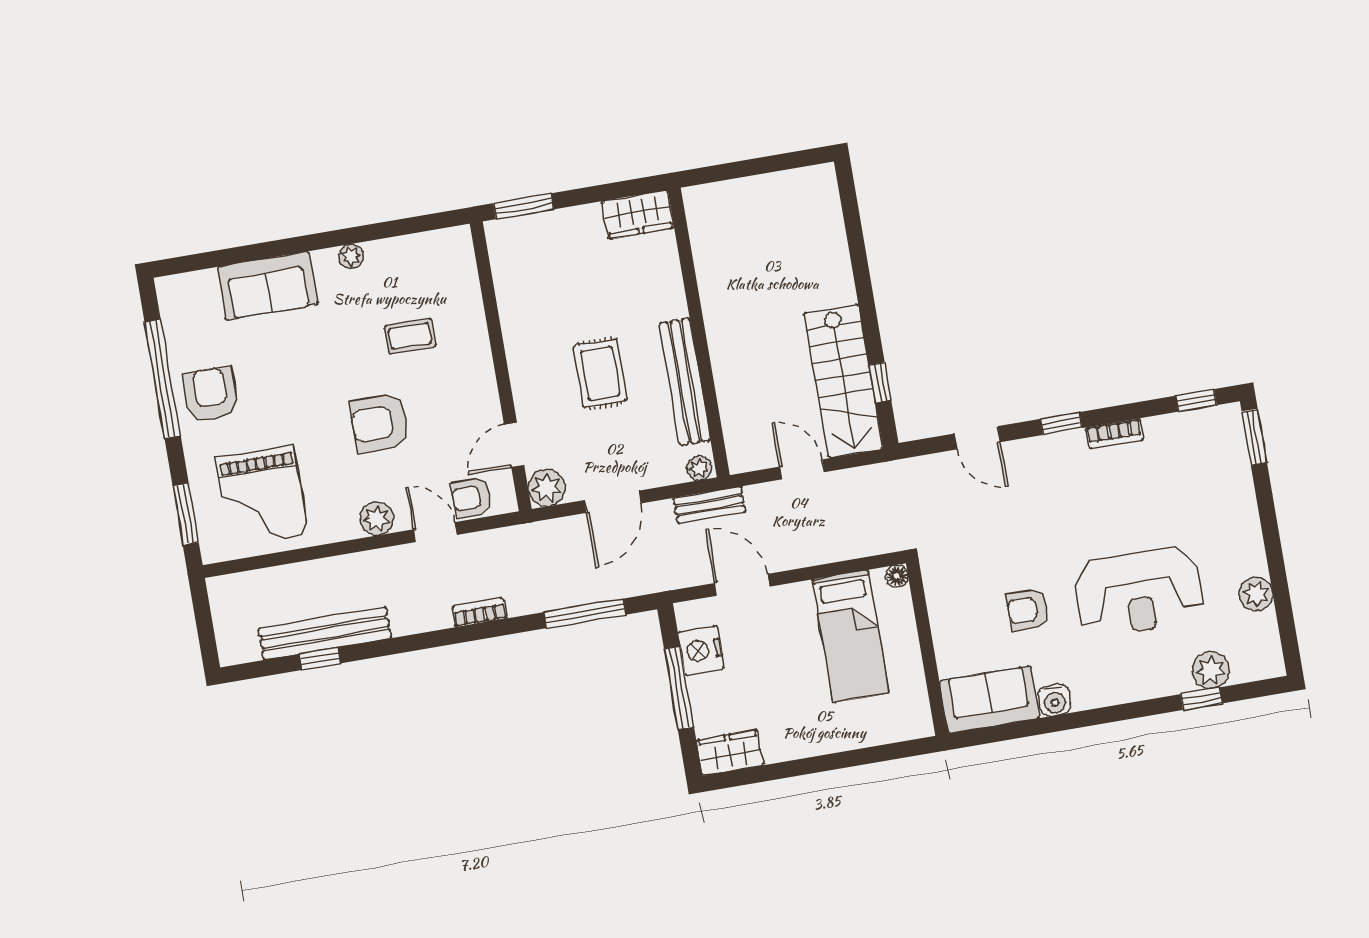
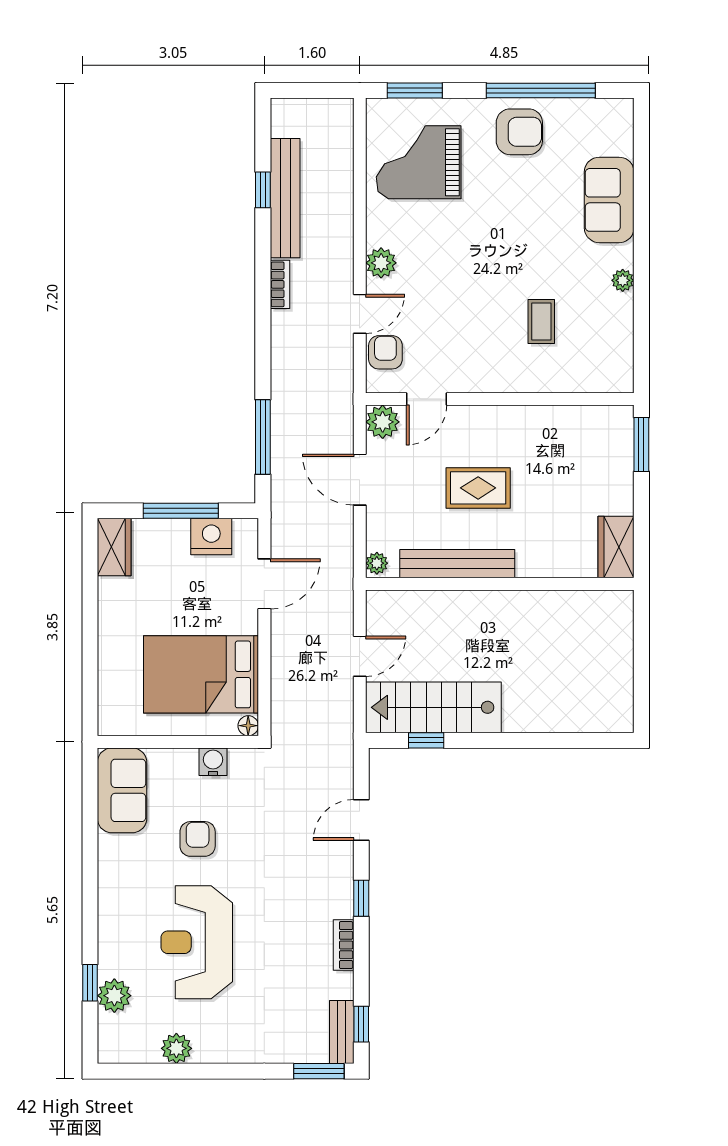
armchair: (380, 423) -> (467, 281), removed
door: (514, 445) -> (426, 399), swing flipped
bench: (709, 505) -> (342, 1032), moved
bookcase: (480, 612) -> (280, 284), moved
bed: (851, 636) -> (201, 674), width x1.50
water cooler: (1055, 700) -> (213, 762), moved, turned 90

